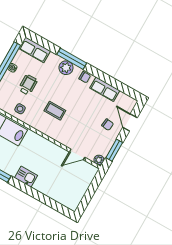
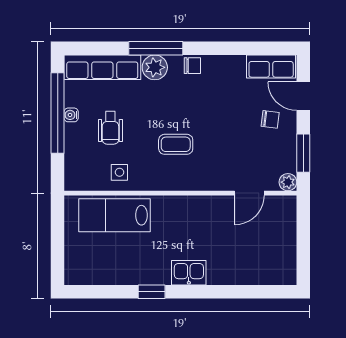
row of seats: (35, 50) -> (102, 67), width x1.48
wheelchair: (28, 85) -> (110, 128), turned 180
row of seats: (105, 89) -> (271, 67), moved

